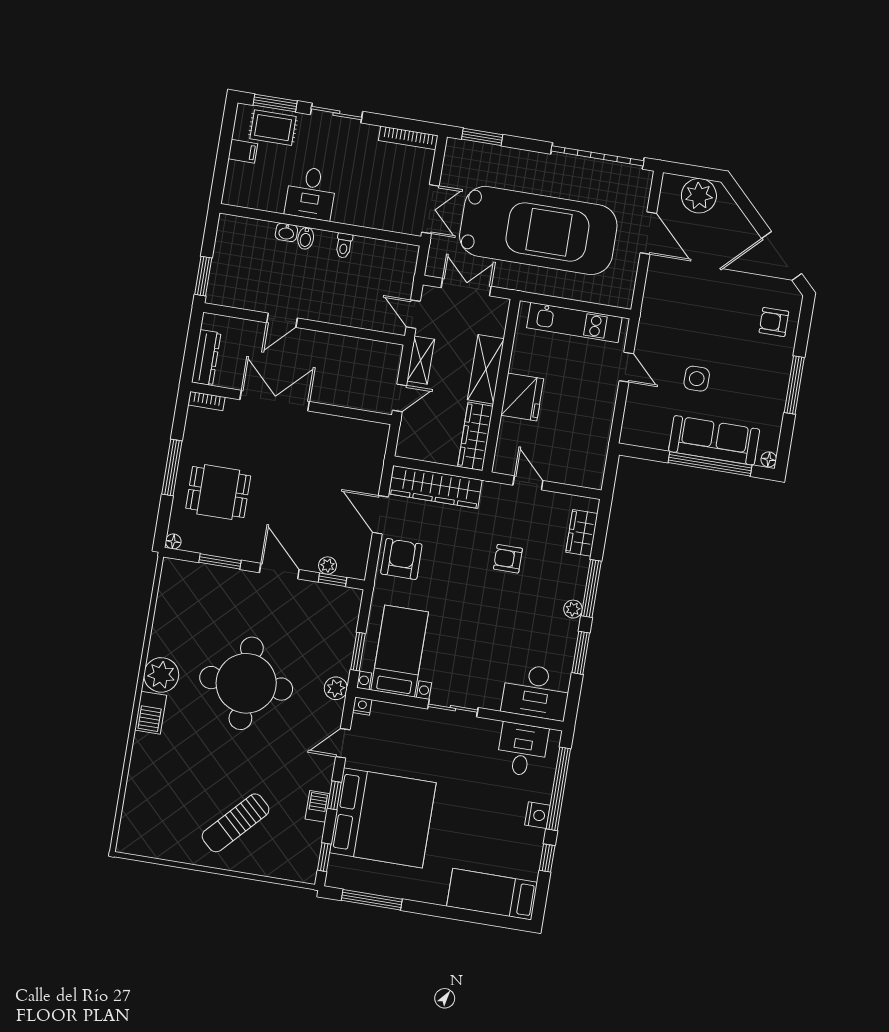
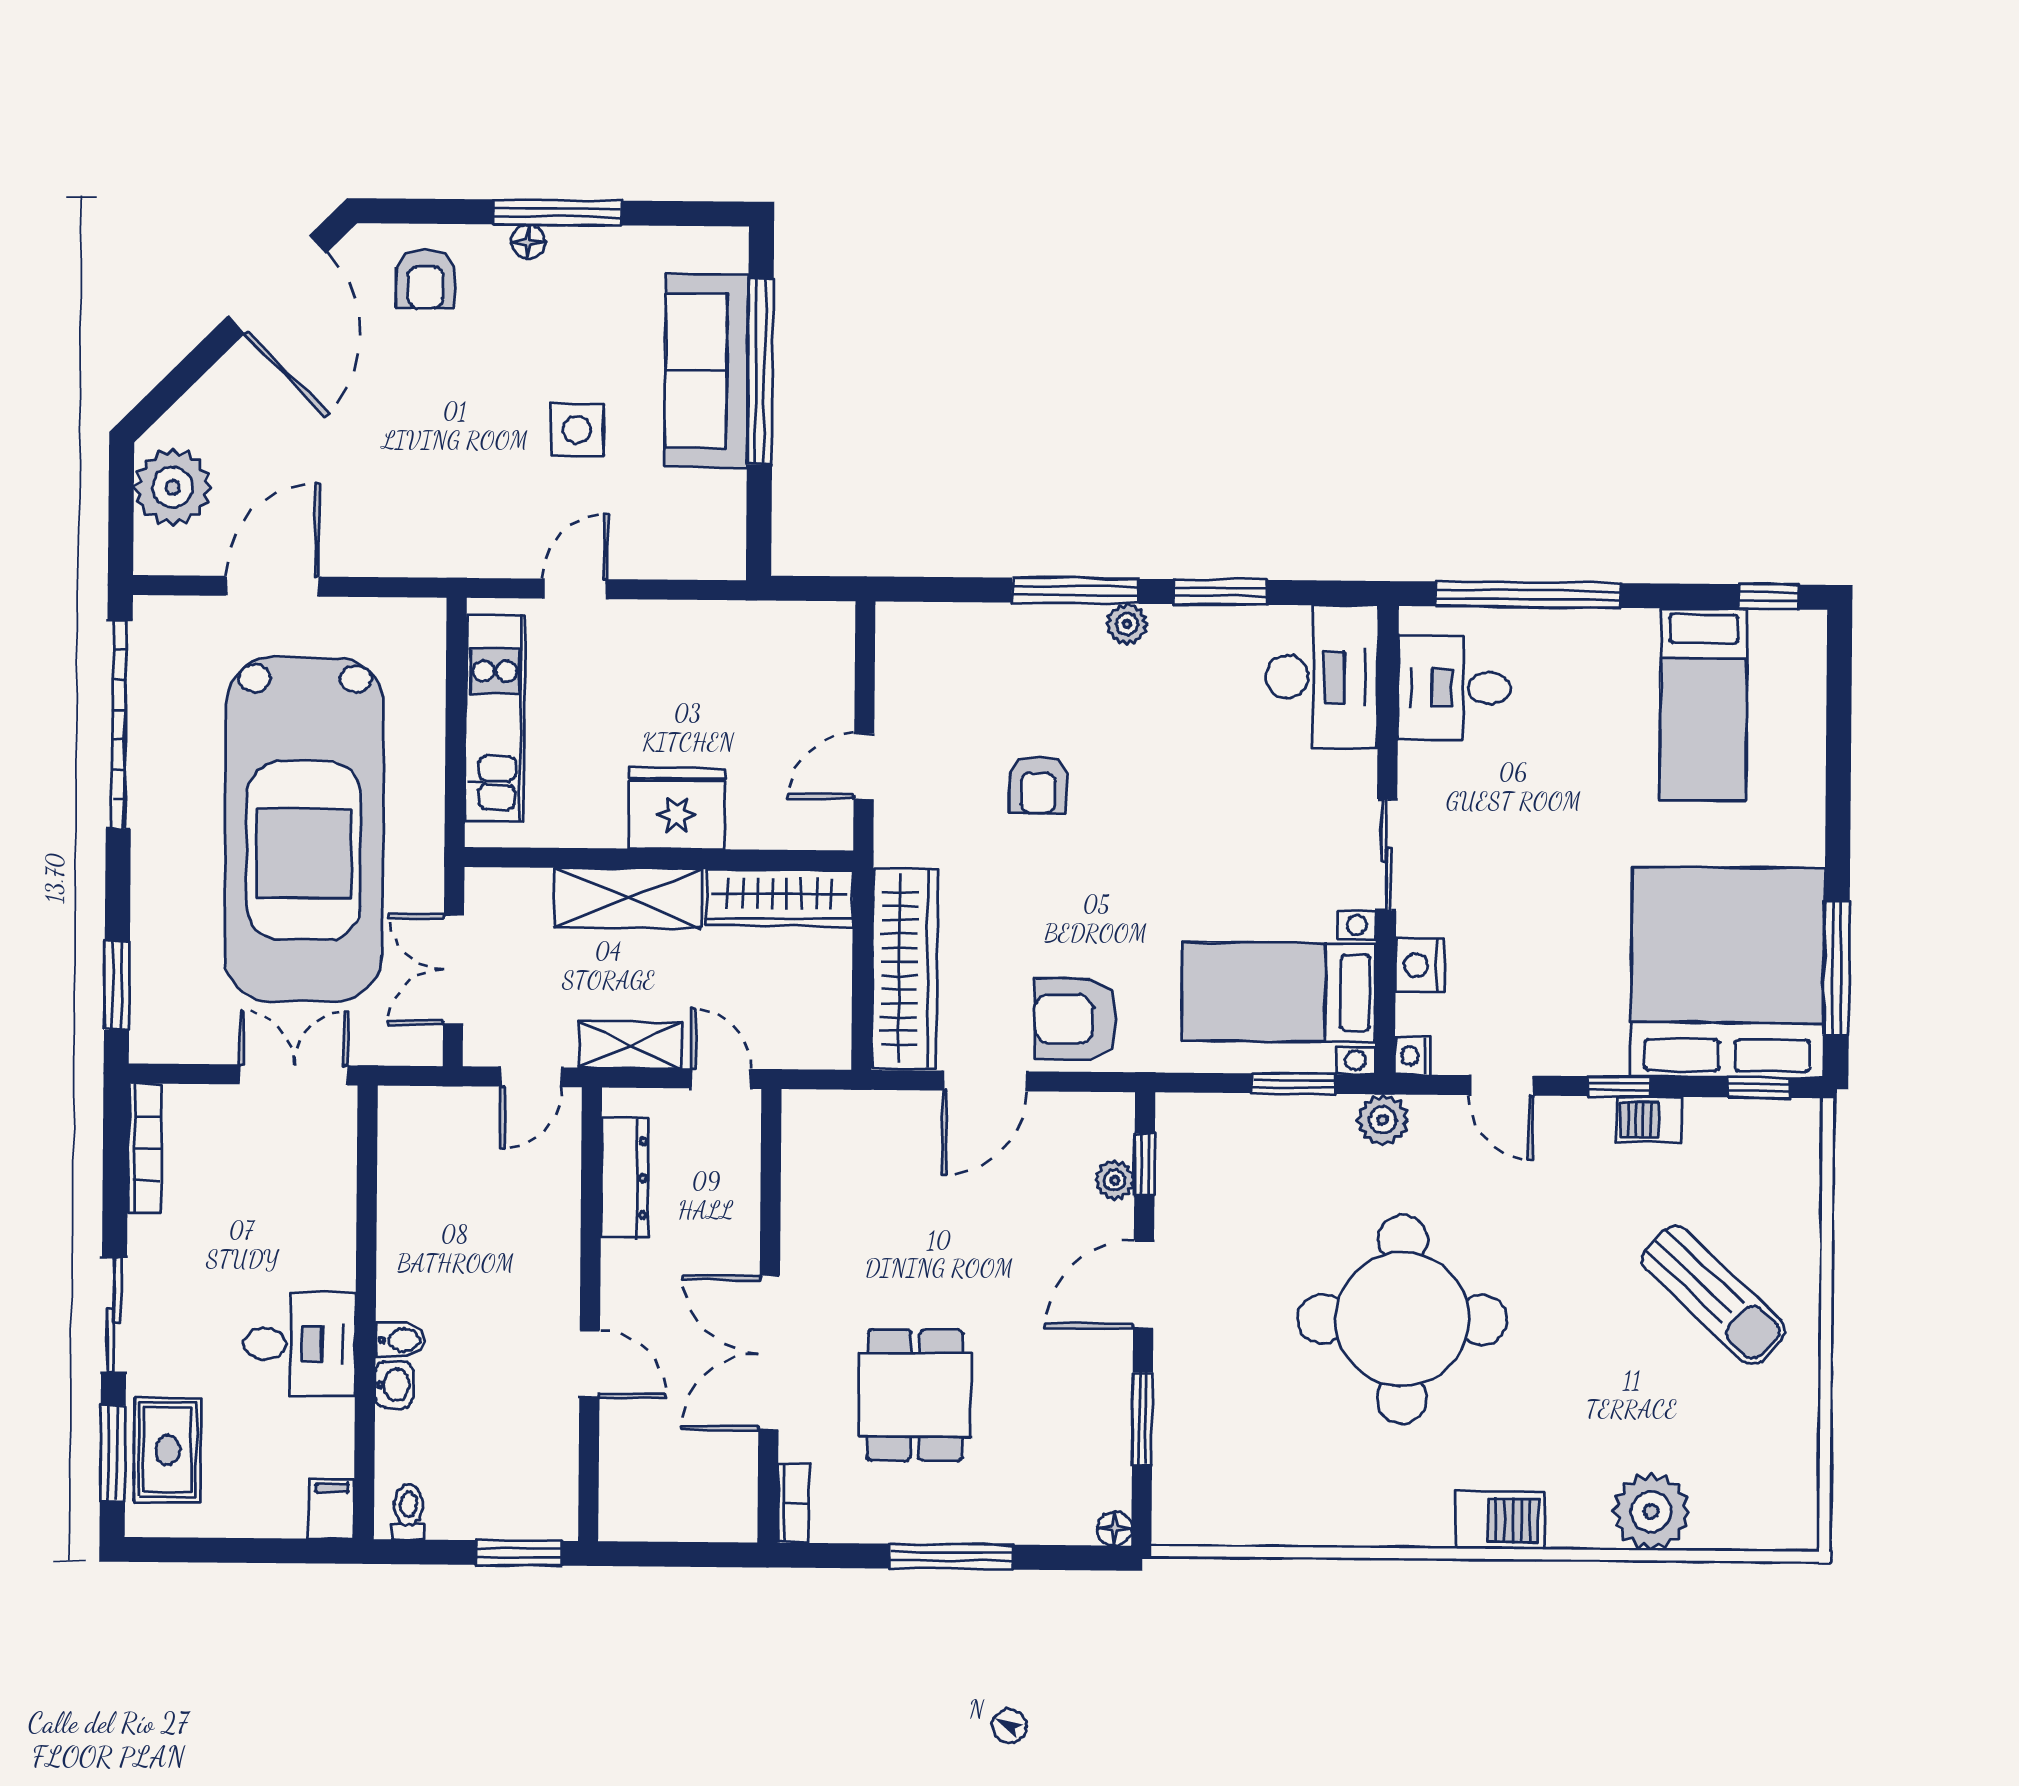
filing cabinet: (243, 151) -> (332, 1509), moved
car: (538, 230) -> (304, 830), turned 180
toilet: (344, 246) -> (408, 1512), moved, turned -90
dresser: (206, 358) -> (625, 1178), moved, turned 90
floor lamp: (769, 459) -> (528, 242), moved
dining table: (218, 492) -> (915, 1395), moved
wardrobe: (582, 533) -> (956, 630), removed
plant: (161, 675) -> (1651, 1512), moved
nightstand: (537, 815) -> (1420, 965), moved, turned -90
bed: (383, 818) -> (1728, 973), moved
window: (547, 858) -> (1769, 597), moved
bed: (492, 894) -> (1703, 704), moved

